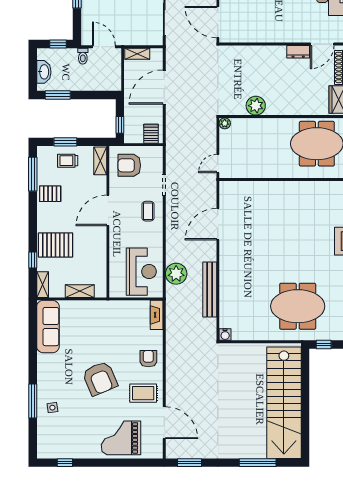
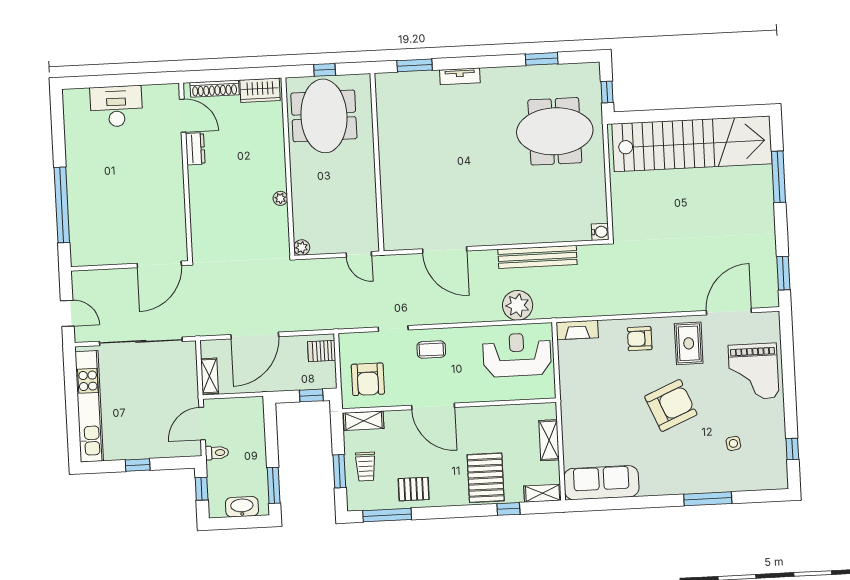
door: (164, 87) -> (255, 336), hinge flipped
plant: (256, 106) -> (280, 198), width x0.53, depth x0.53
pallet: (50, 194) -> (414, 489), turned 90
meeting table: (298, 306) -> (555, 131), turned 90
side table: (52, 408) -> (733, 443), moved

